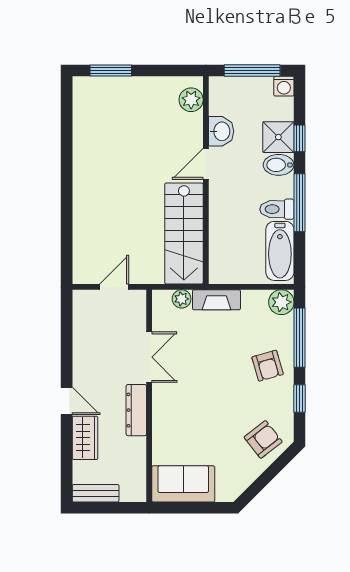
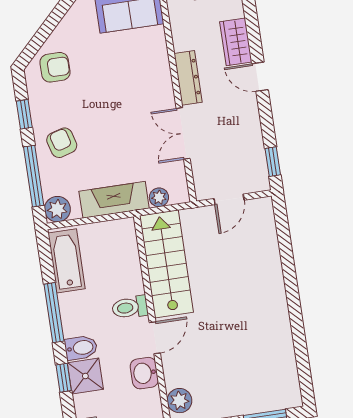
toilet: (277, 209) -> (130, 307), moved, turned 180
fireplace: (216, 300) -> (114, 200), width x1.37, depth x1.32
window: (67, 317) -> (273, 162), added
armchair: (263, 439) -> (55, 67), turned -142

